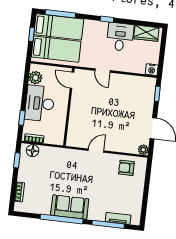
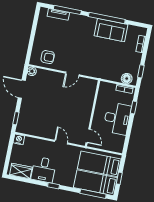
plant: (36, 78) -> (119, 141), removed
sofa: (70, 207) -> (111, 30), moved

